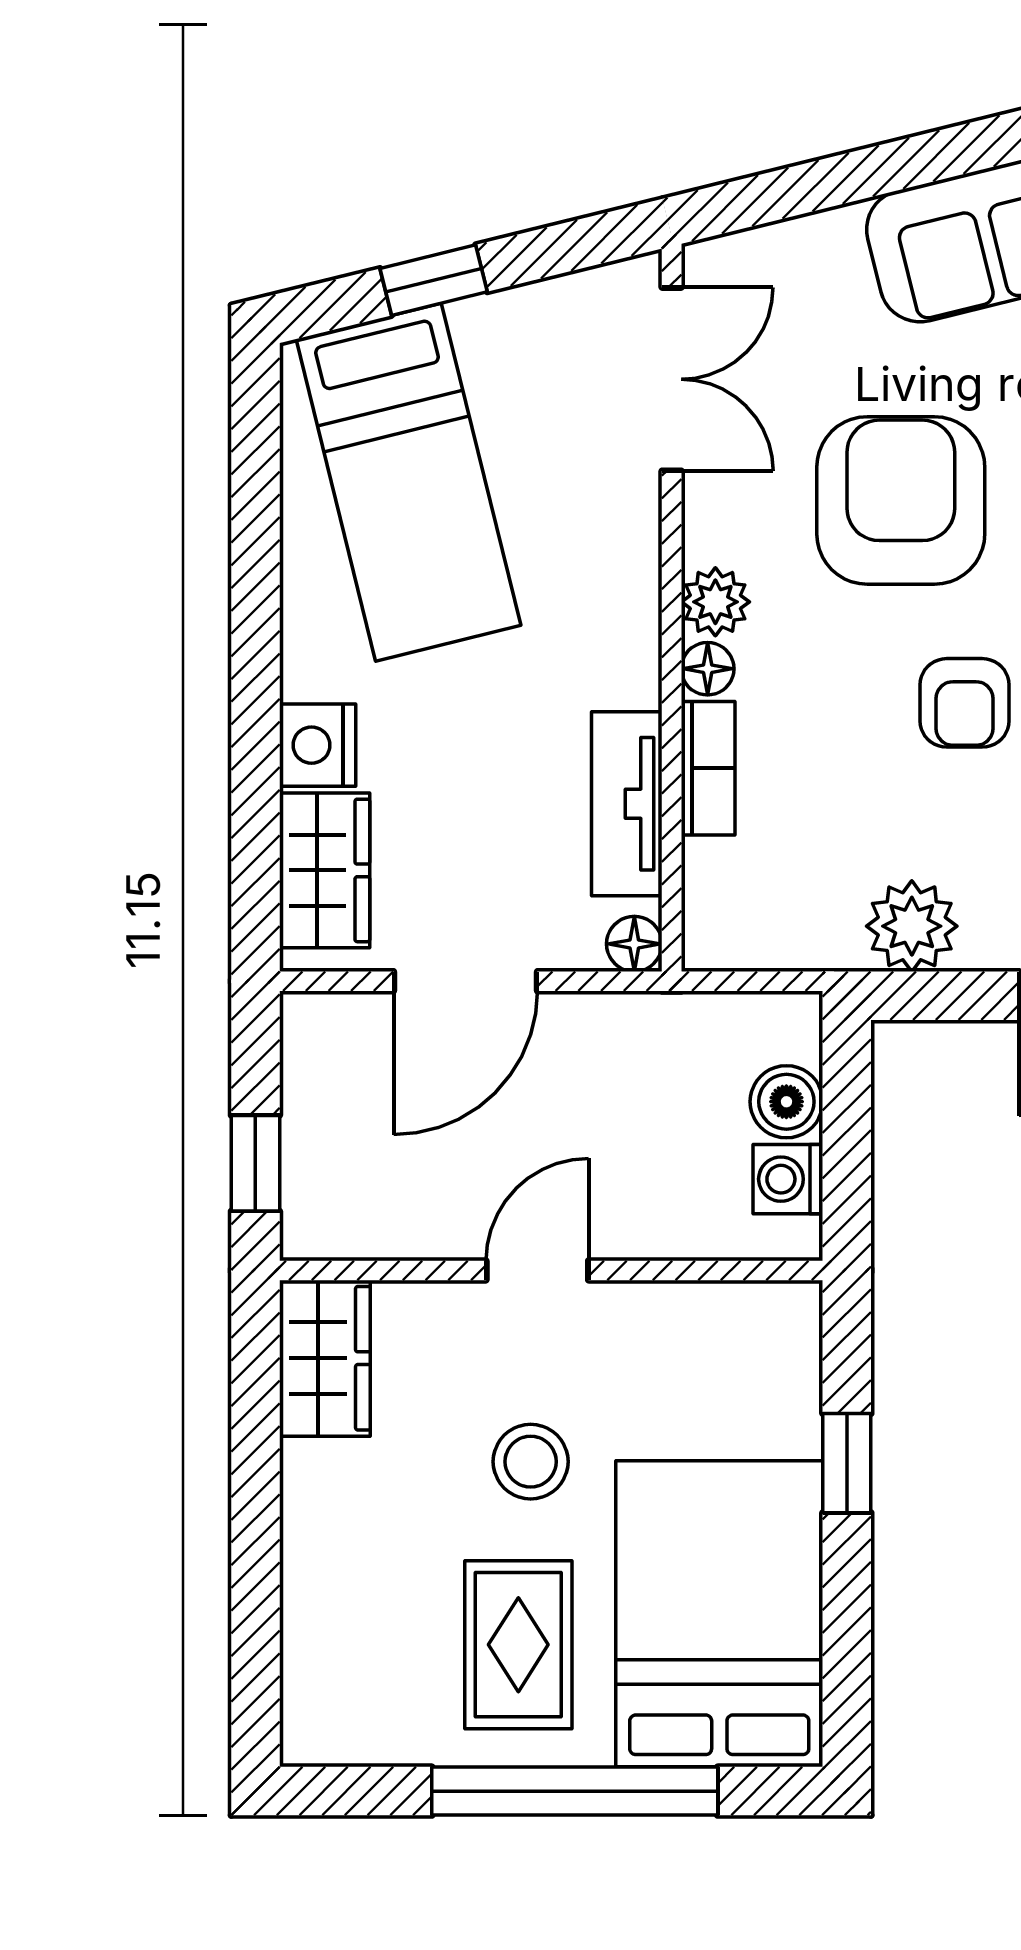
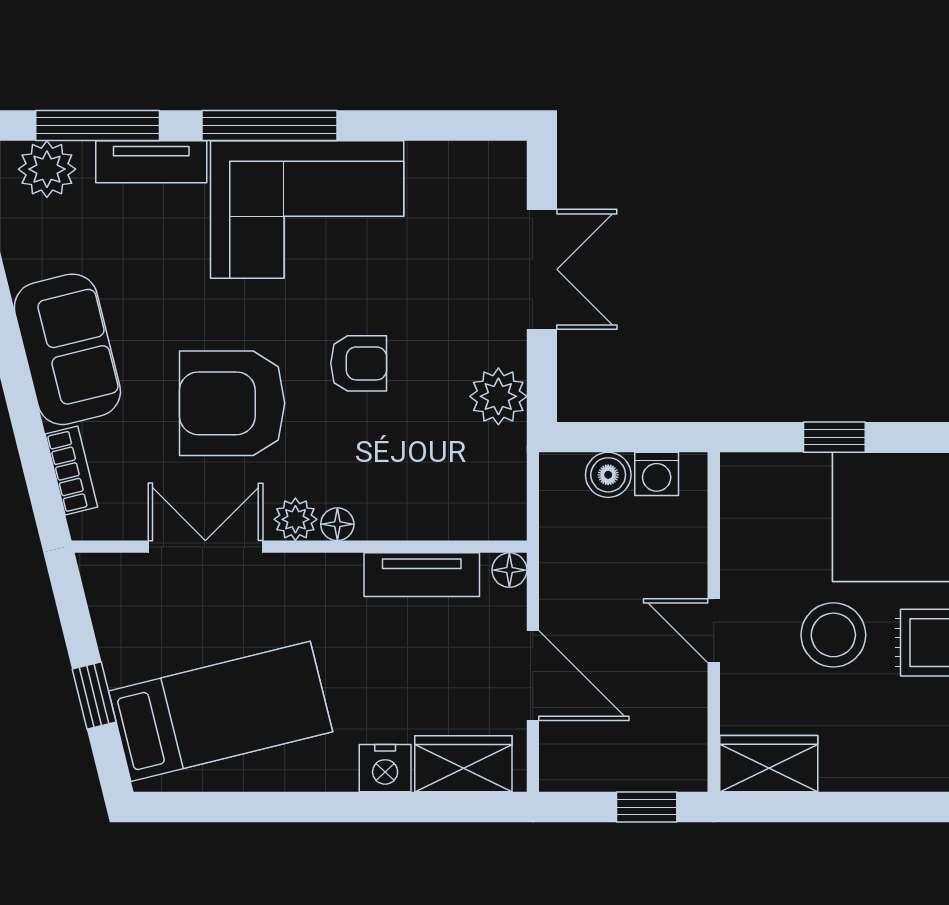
double door: (672, 379) -> (205, 547), moved
bookcase: (708, 768) -> (71, 470), moved, turned 76
stool: (531, 1462) -> (833, 635), width x1.38, depth x1.38

